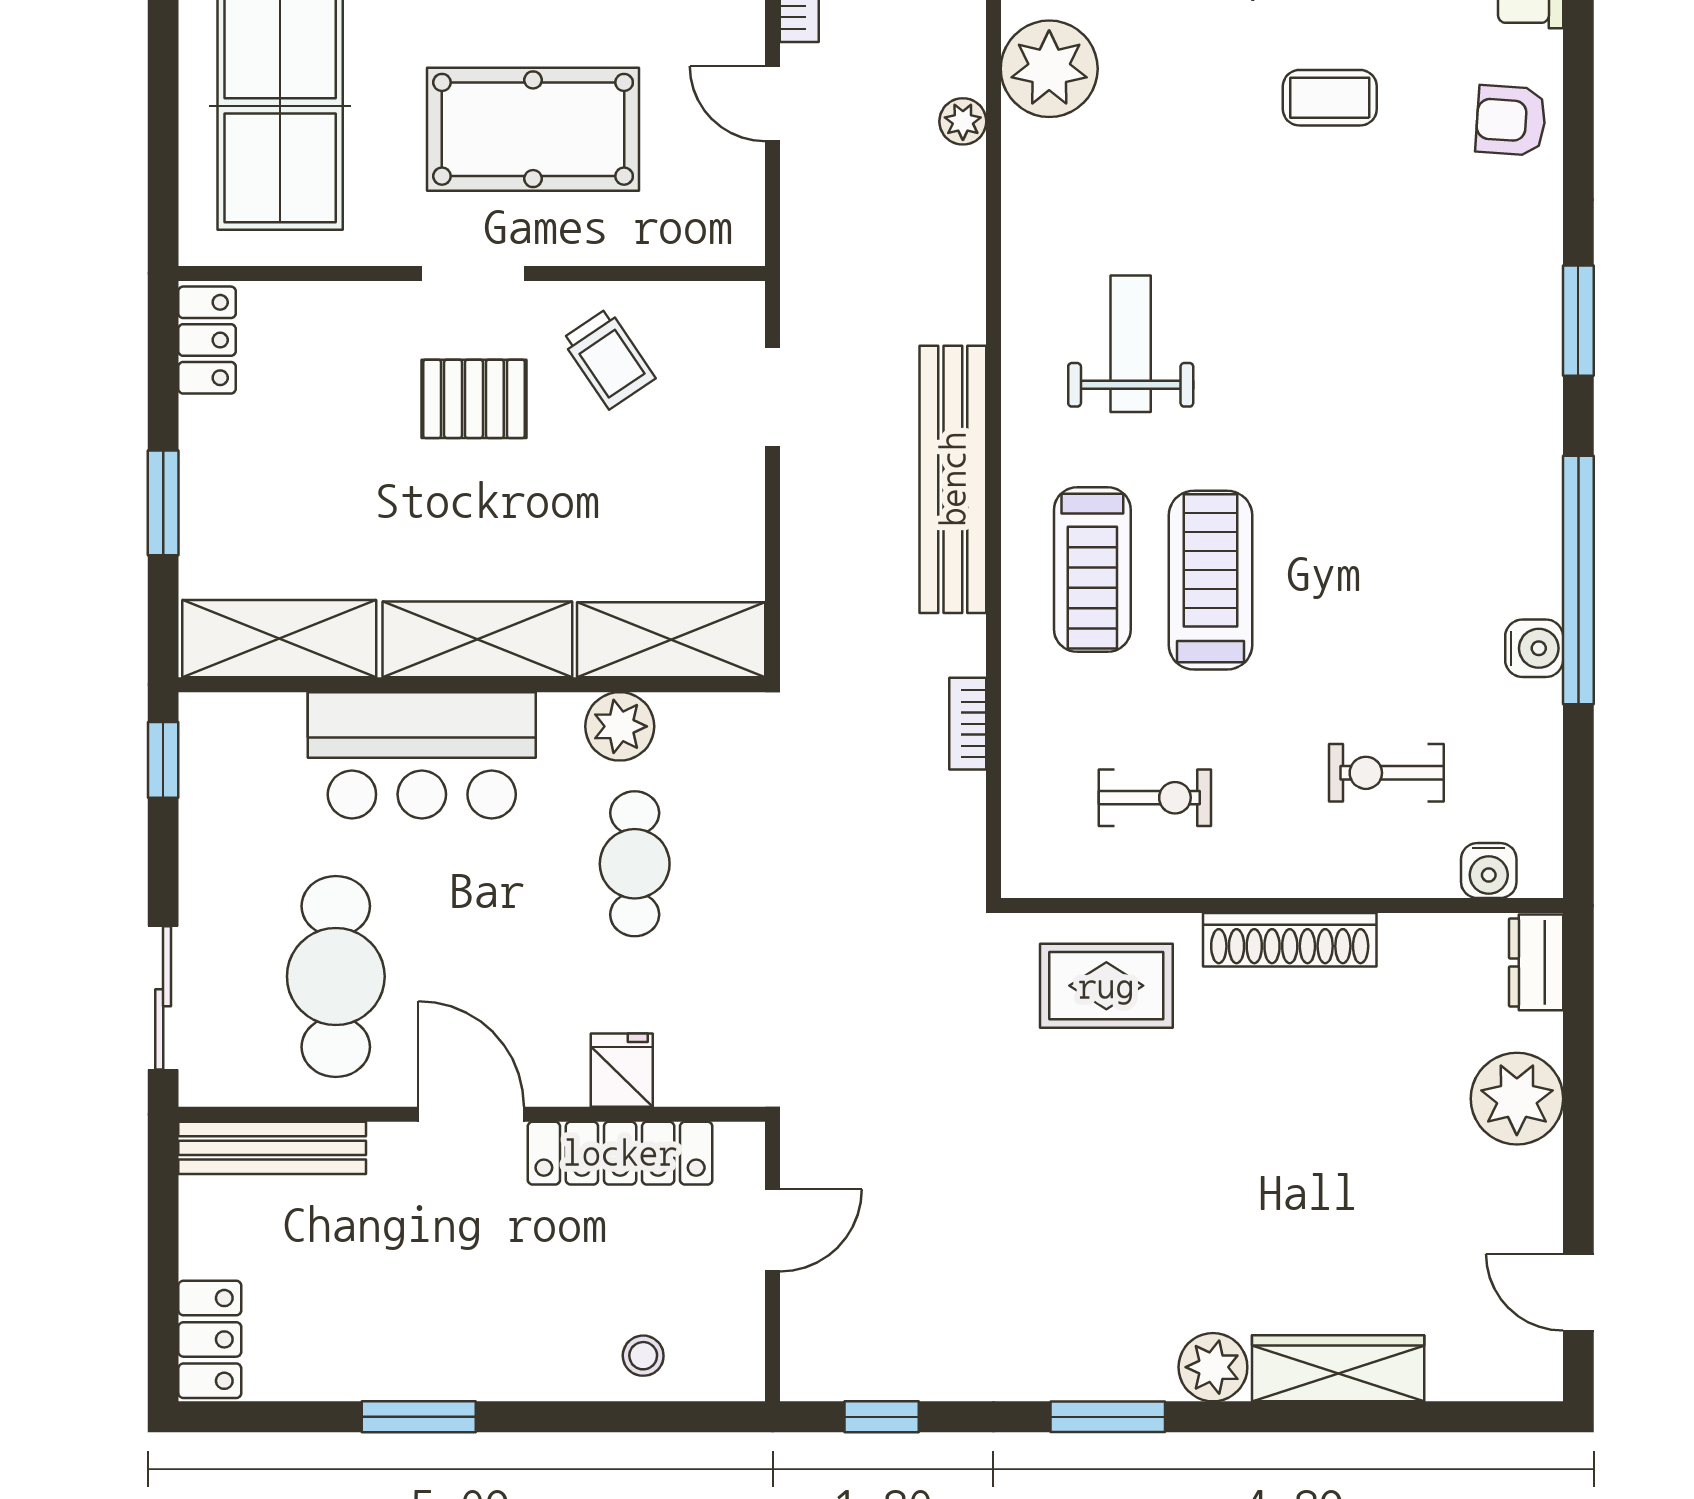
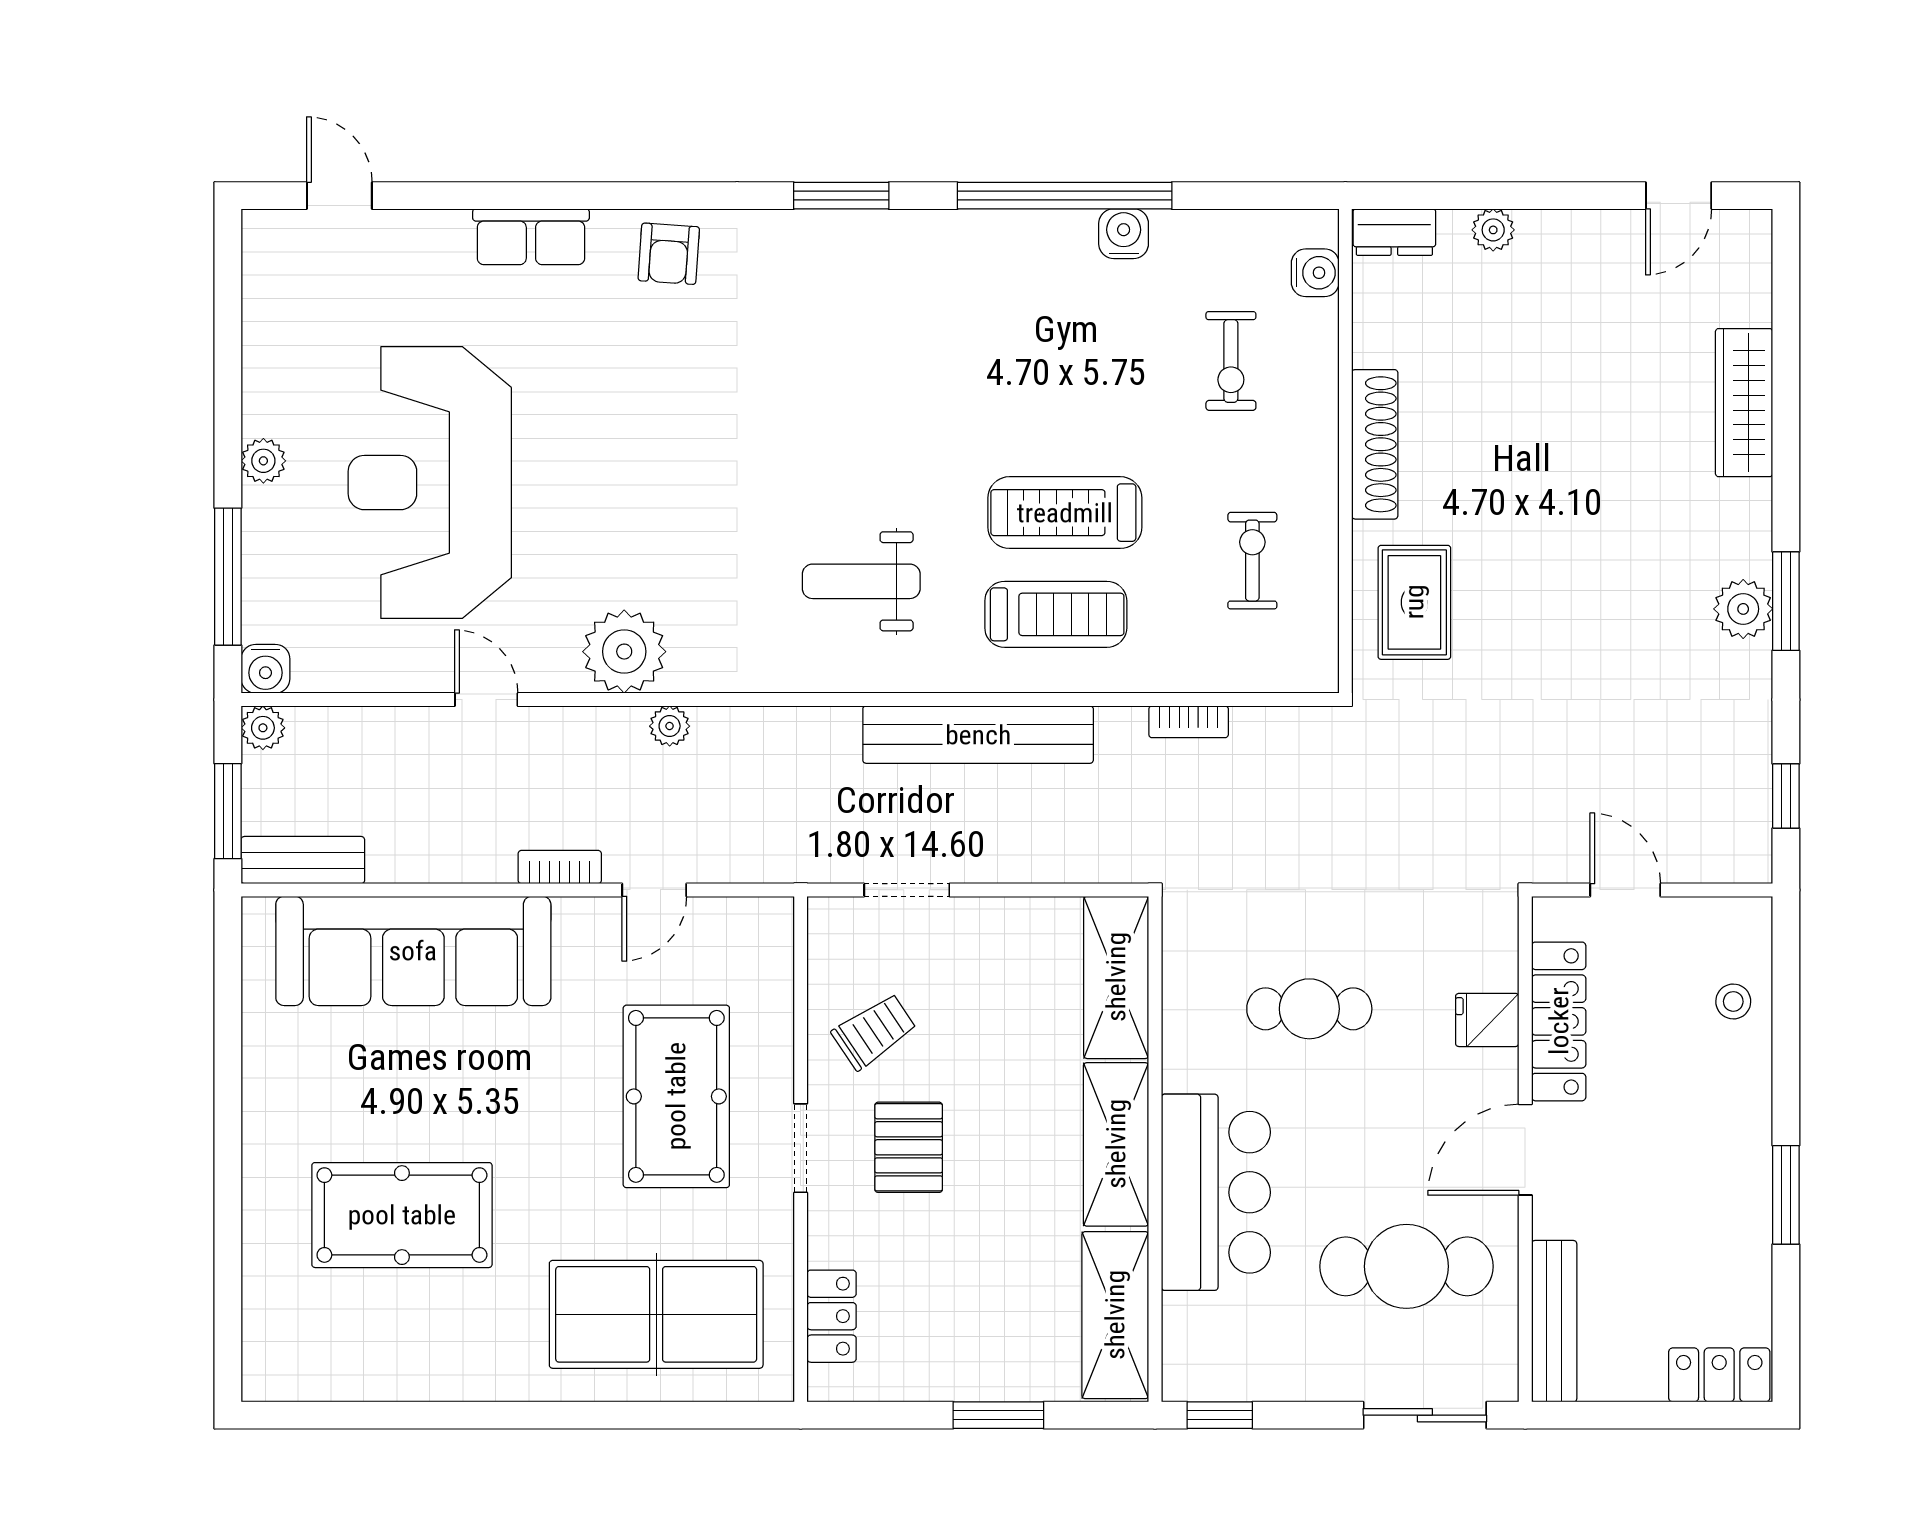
coffee table: (1330, 98) -> (649, 410), removed
locker: (207, 340) -> (832, 1316), moved, turned 90
plant: (620, 726) -> (1191, 1022), removed
plant: (1517, 1099) -> (1493, 230), width x0.53, depth x0.53
plant: (1213, 1367) -> (1743, 609), moved

